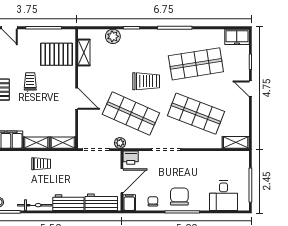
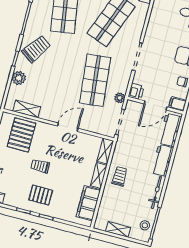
trolley: (146, 81) -> (36, 49), moved, turned 35
shop shelf: (131, 114) -> (95, 80), turned -30
door: (122, 181) -> (156, 105), swing flipped

